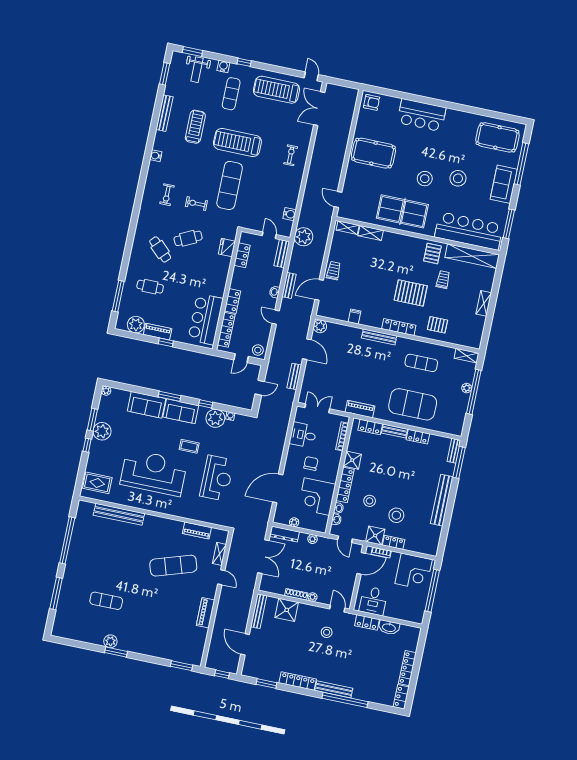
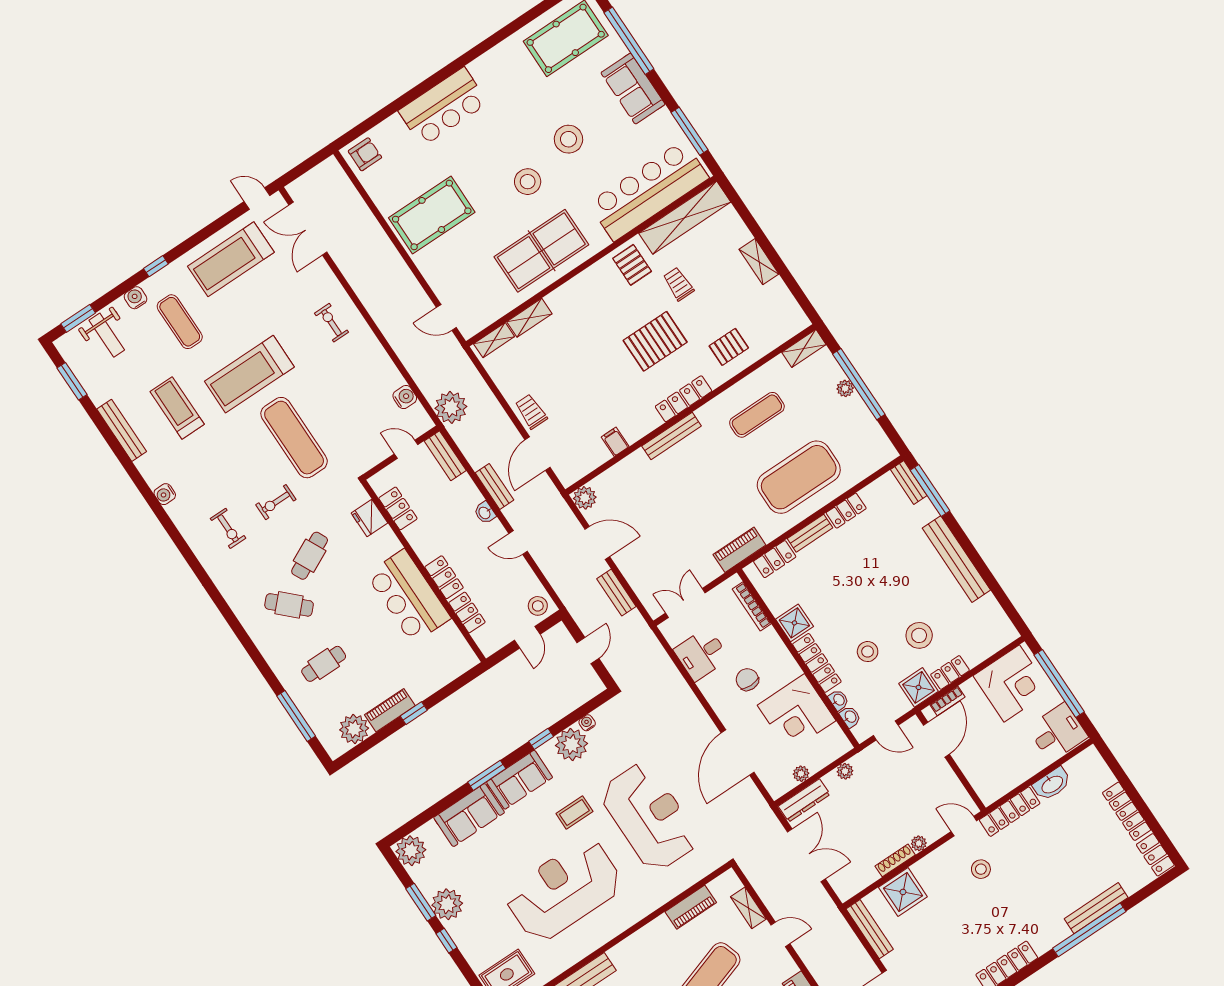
bar counter: (206, 319) -> (408, 596), moved
locker: (226, 330) -> (467, 612), width x0.66
plant: (106, 391) -> (411, 851), width x1.88, depth x1.88
reception desk: (217, 478) -> (649, 817), width x1.36, depth x1.30
desk: (373, 601) -> (1057, 732), moved, turned -90
locker: (367, 622) -> (1010, 812), width x1.53
bench: (334, 689) -> (1096, 908), moved

